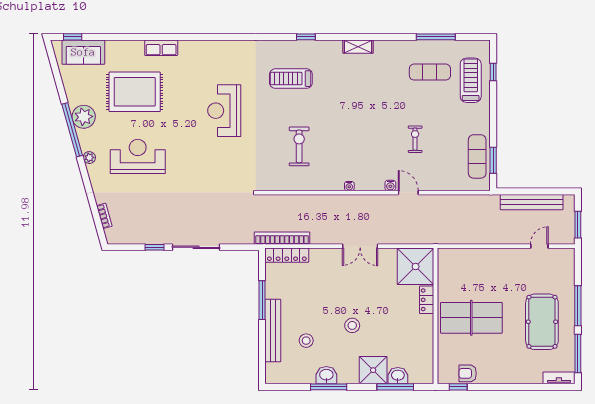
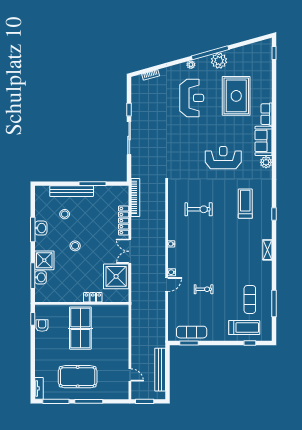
plant: (231, 49) -> (266, 162), added
sofa: (83, 52) -> (264, 141), moved
locker: (287, 255) -> (124, 221), moved
shower: (416, 266) -> (116, 276), moved

